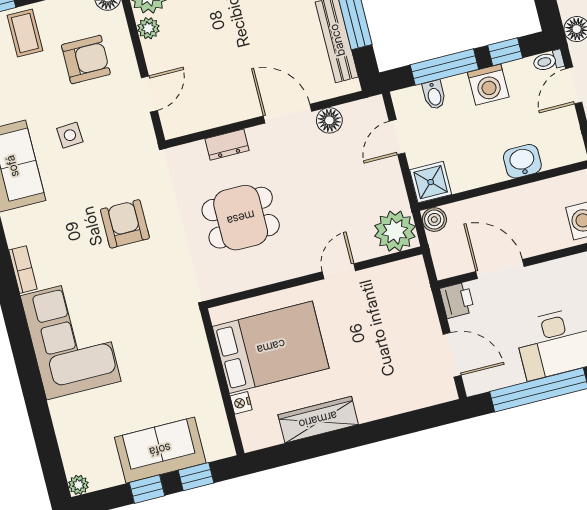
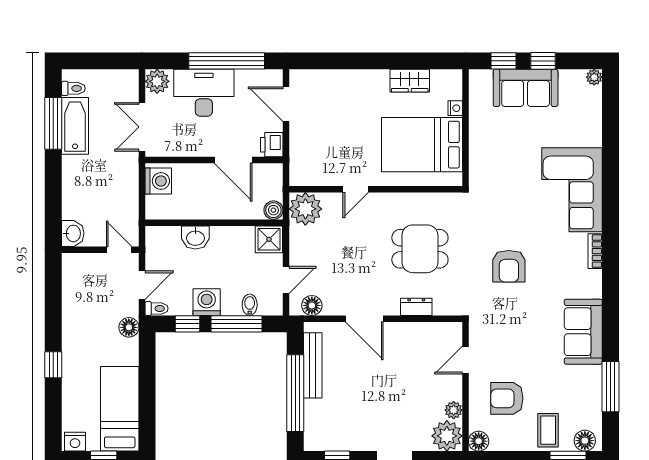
floor lamp: (329, 120) -> (312, 305), moved
side table: (70, 135) -> (534, 344), removed
wardrobe: (318, 420) -> (410, 81), width x0.67

